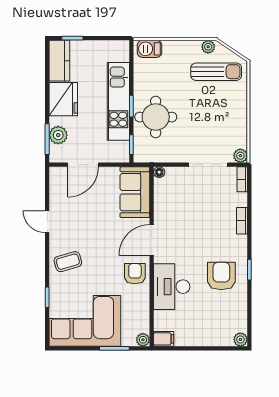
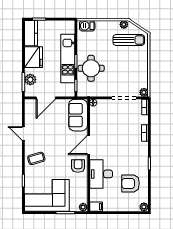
armchair: (221, 276) -> (131, 183), moved, turned -90

